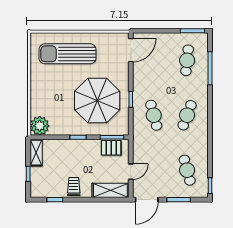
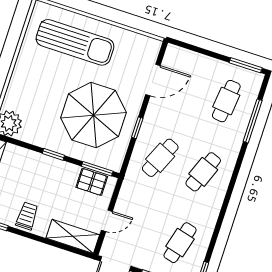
door: (131, 50) -> (153, 80), moved
sun lounger: (68, 54) -> (75, 42), turned 180
cafe table: (154, 115) -> (160, 158), turned 39
cafe table: (187, 170) -> (180, 243), turned 30

